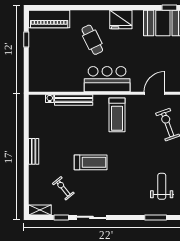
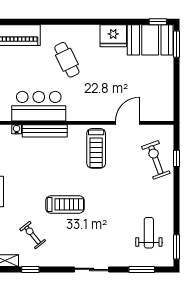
fridge: (121, 19) -> (113, 36), moved
bar counter: (107, 79) -> (39, 106), moved
door: (154, 93) -> (128, 123), moved
sliding door: (91, 217) -> (92, 269), moved

